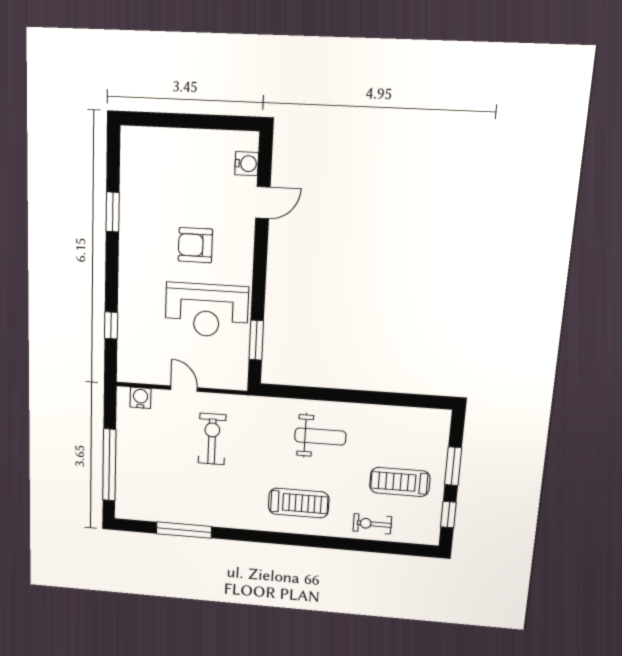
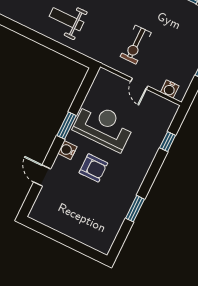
water cooler: (247, 164) -> (67, 150), moved
door: (263, 203) -> (42, 175), hinge flipped
window: (256, 340) -> (66, 125), moved

